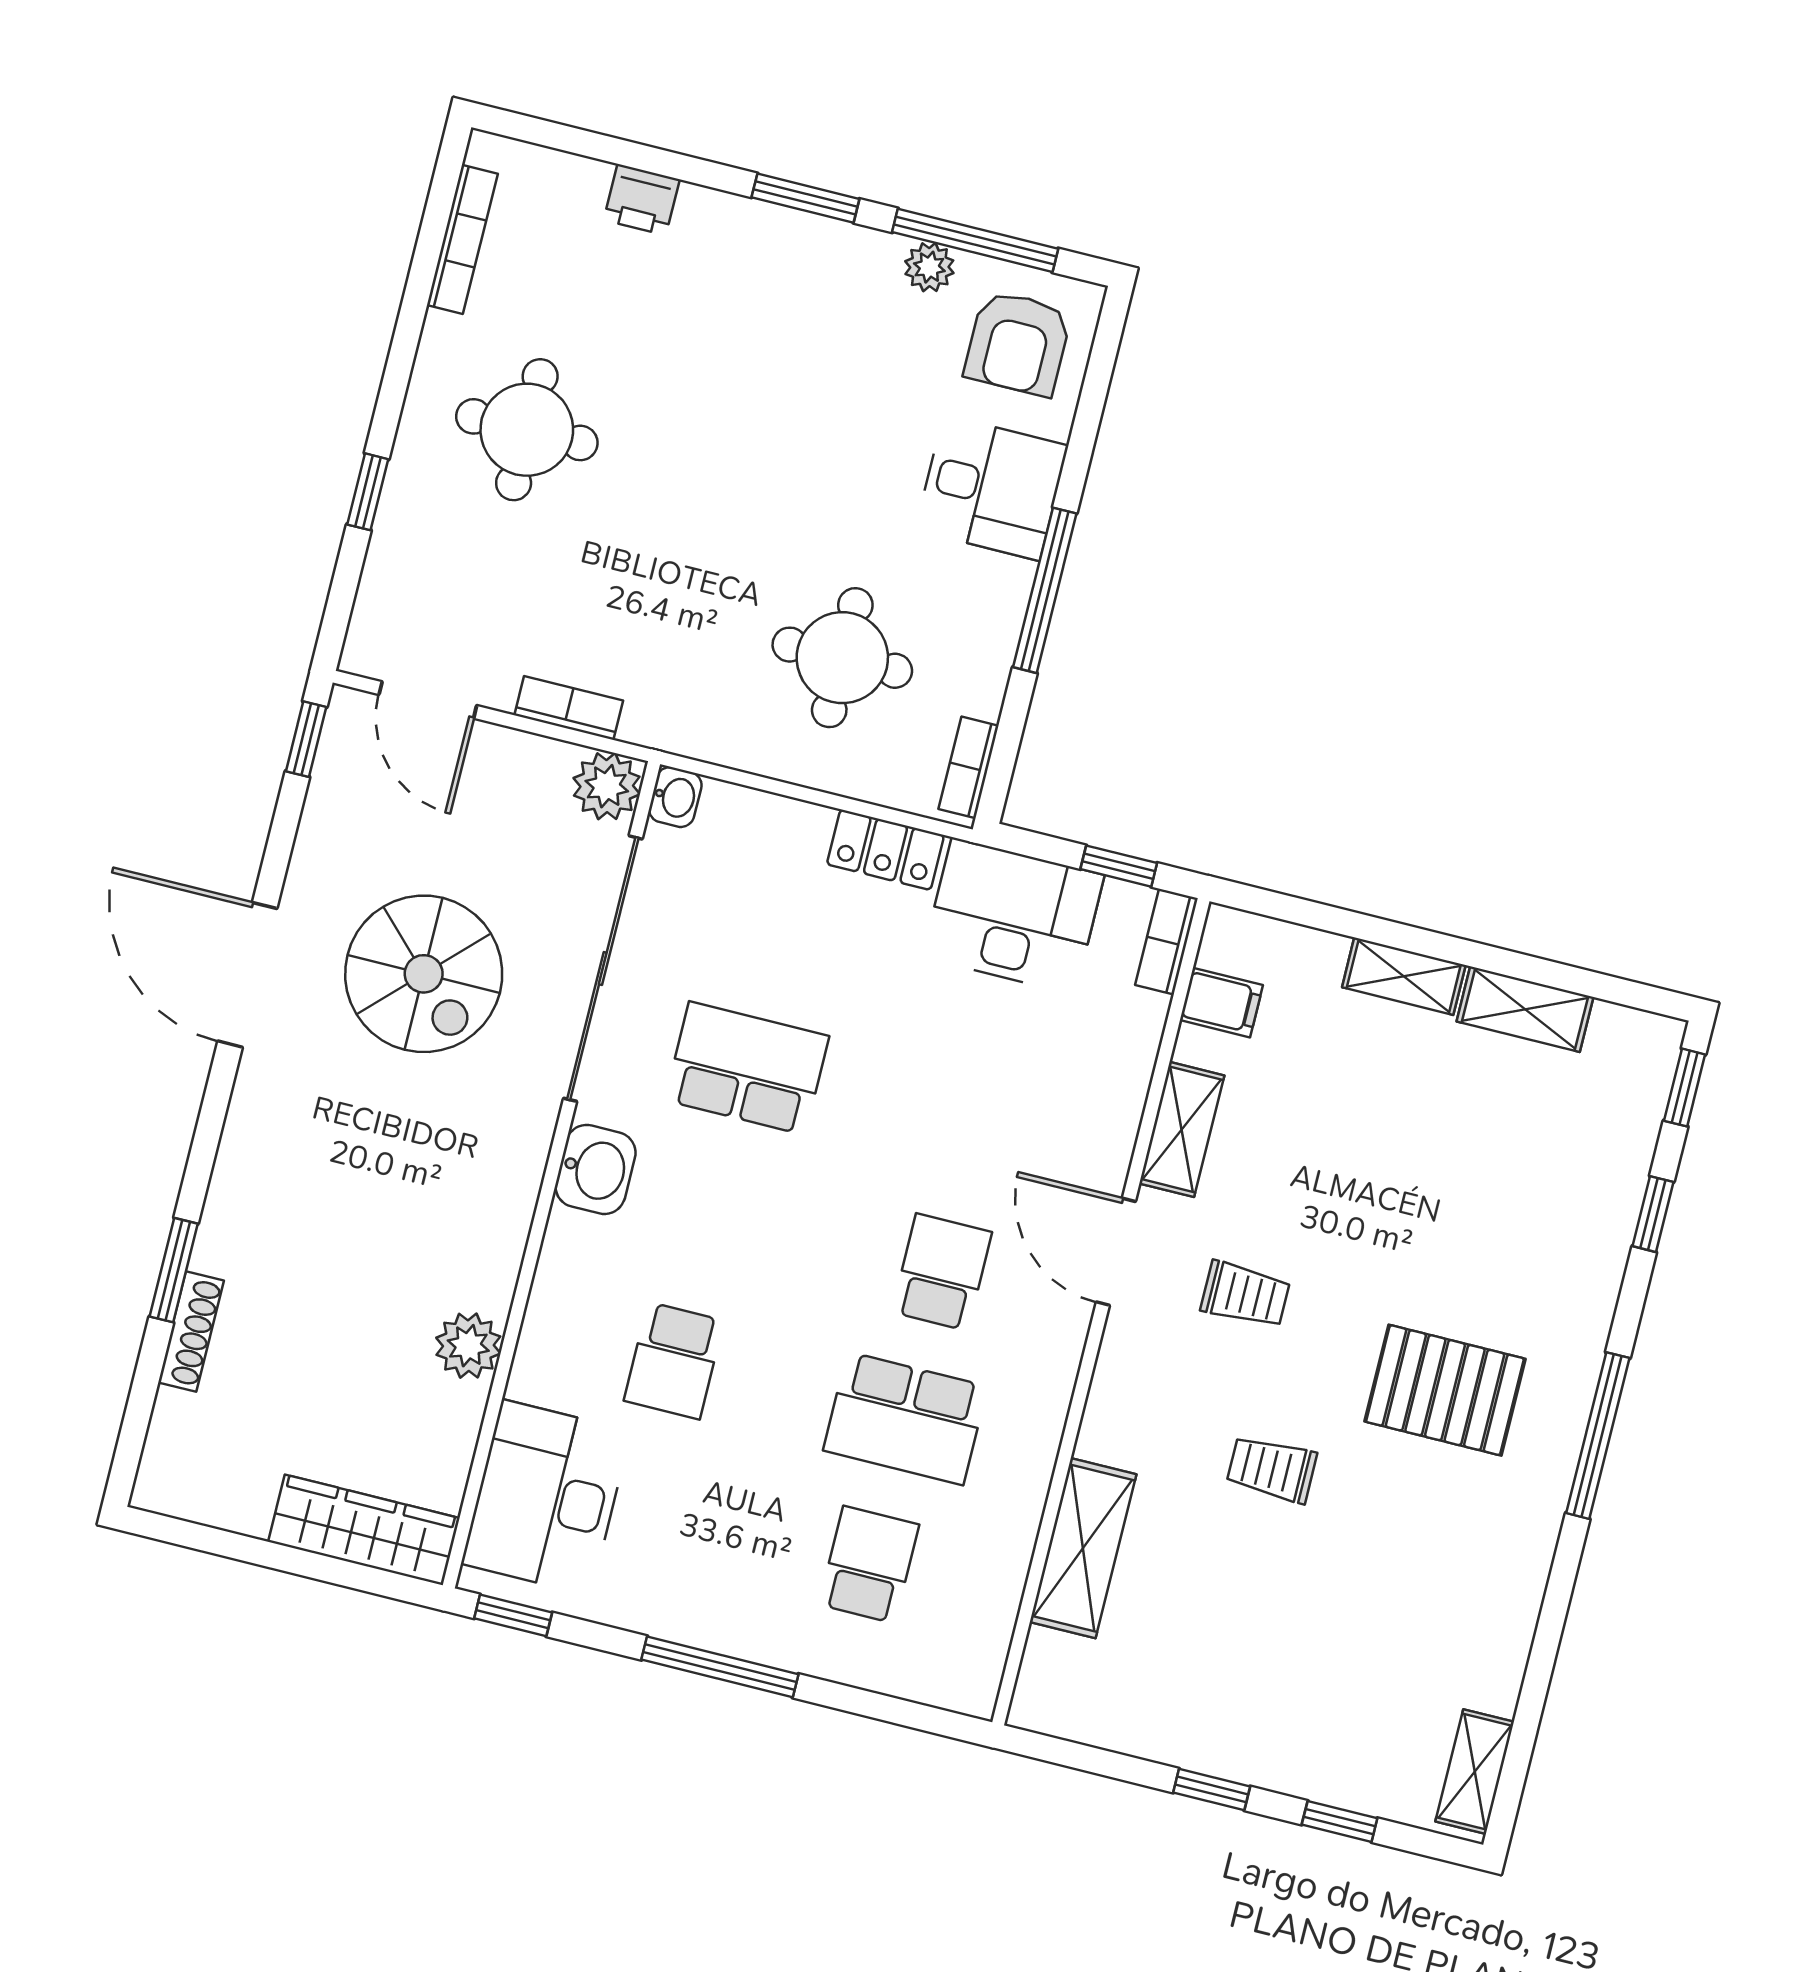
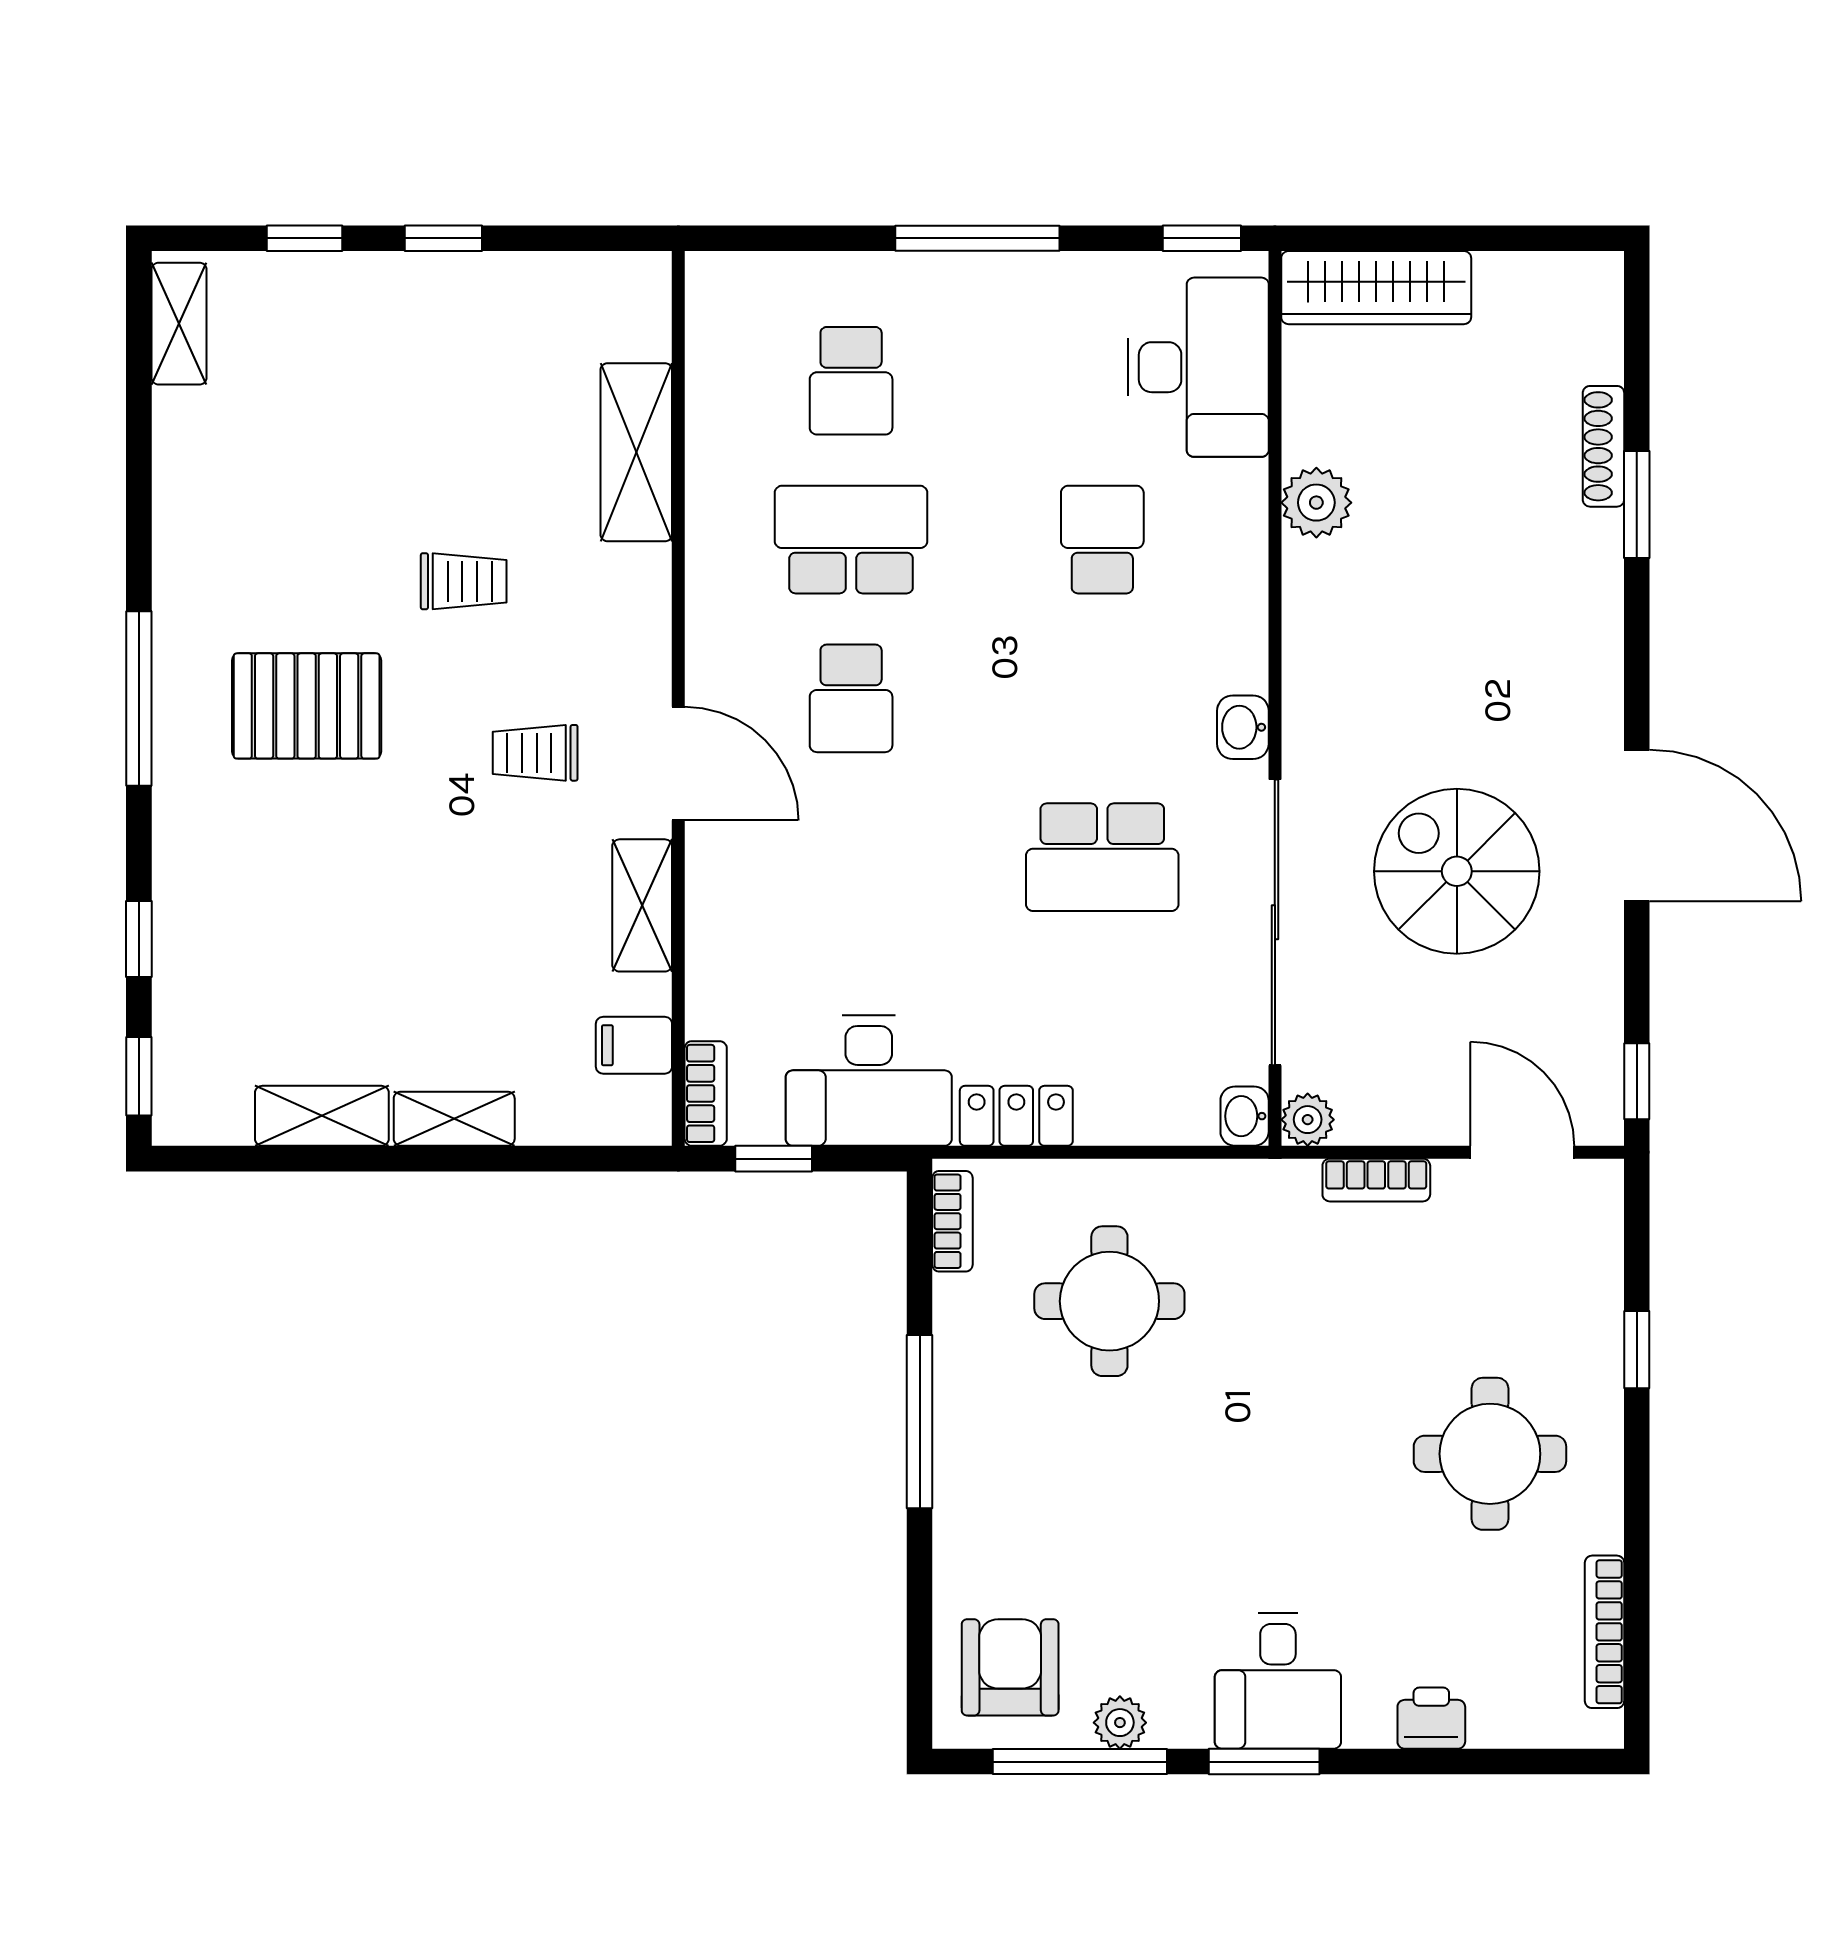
desk: (992, 488) -> (1278, 1681), moved, turned -90
plant: (607, 786) -> (1308, 1120), width x0.73, depth x0.73
washbasin: (595, 1169) -> (1243, 727), width x0.72, depth x0.69

